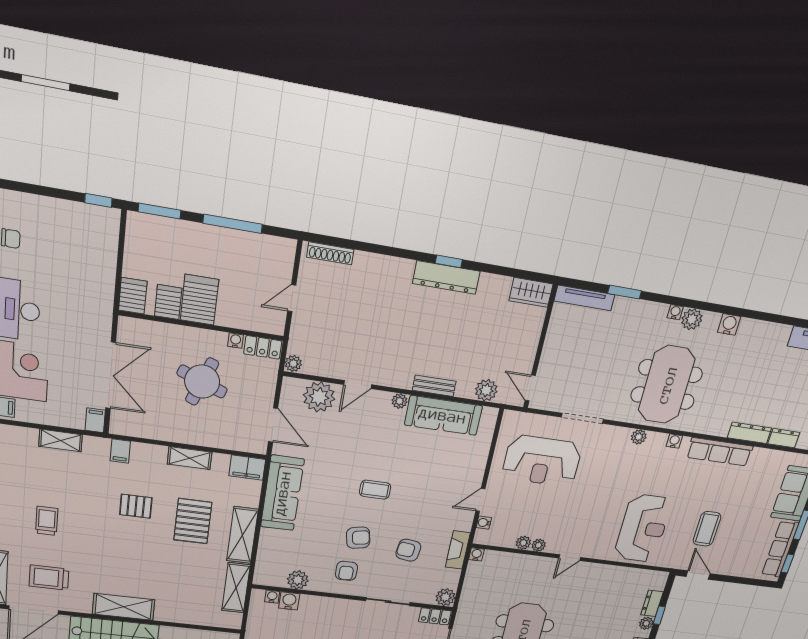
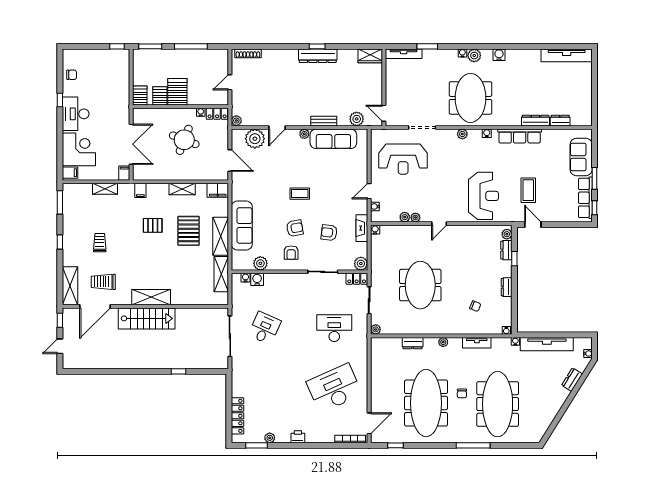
sofa: (282, 493) -> (242, 225), moved
plant: (646, 623) -> (507, 234), moved

